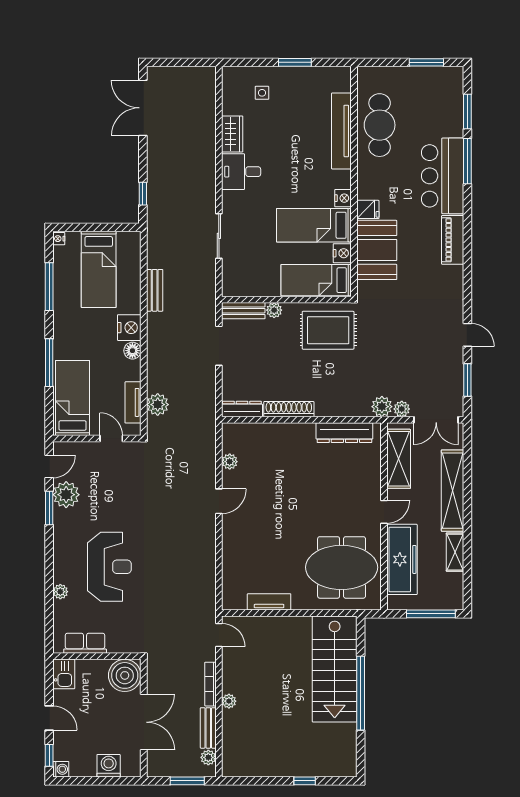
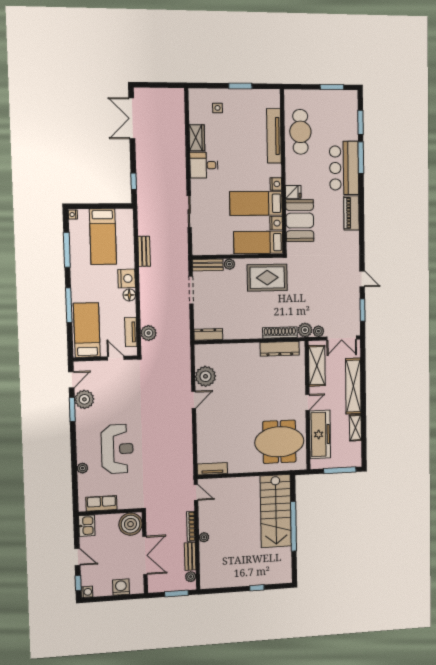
shoe rack: (289, 409) -> (280, 333), moved
plant: (230, 462) -> (205, 376), width x1.87, depth x1.87
tv unit: (269, 602) -> (212, 469), moved

